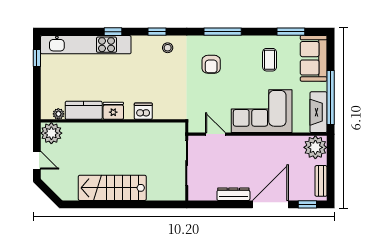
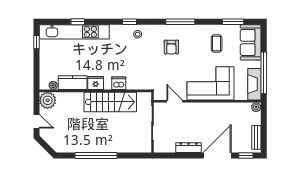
window: (113, 32) -> (78, 22), moved
plant: (315, 147) -> (256, 107), width x0.53, depth x0.53
stairs: (112, 188) -> (110, 102), moved, turned 180
window: (114, 204) -> (96, 155), added

